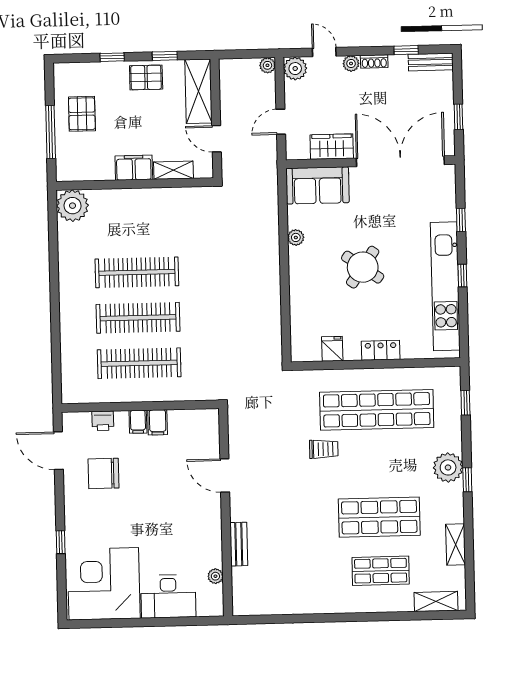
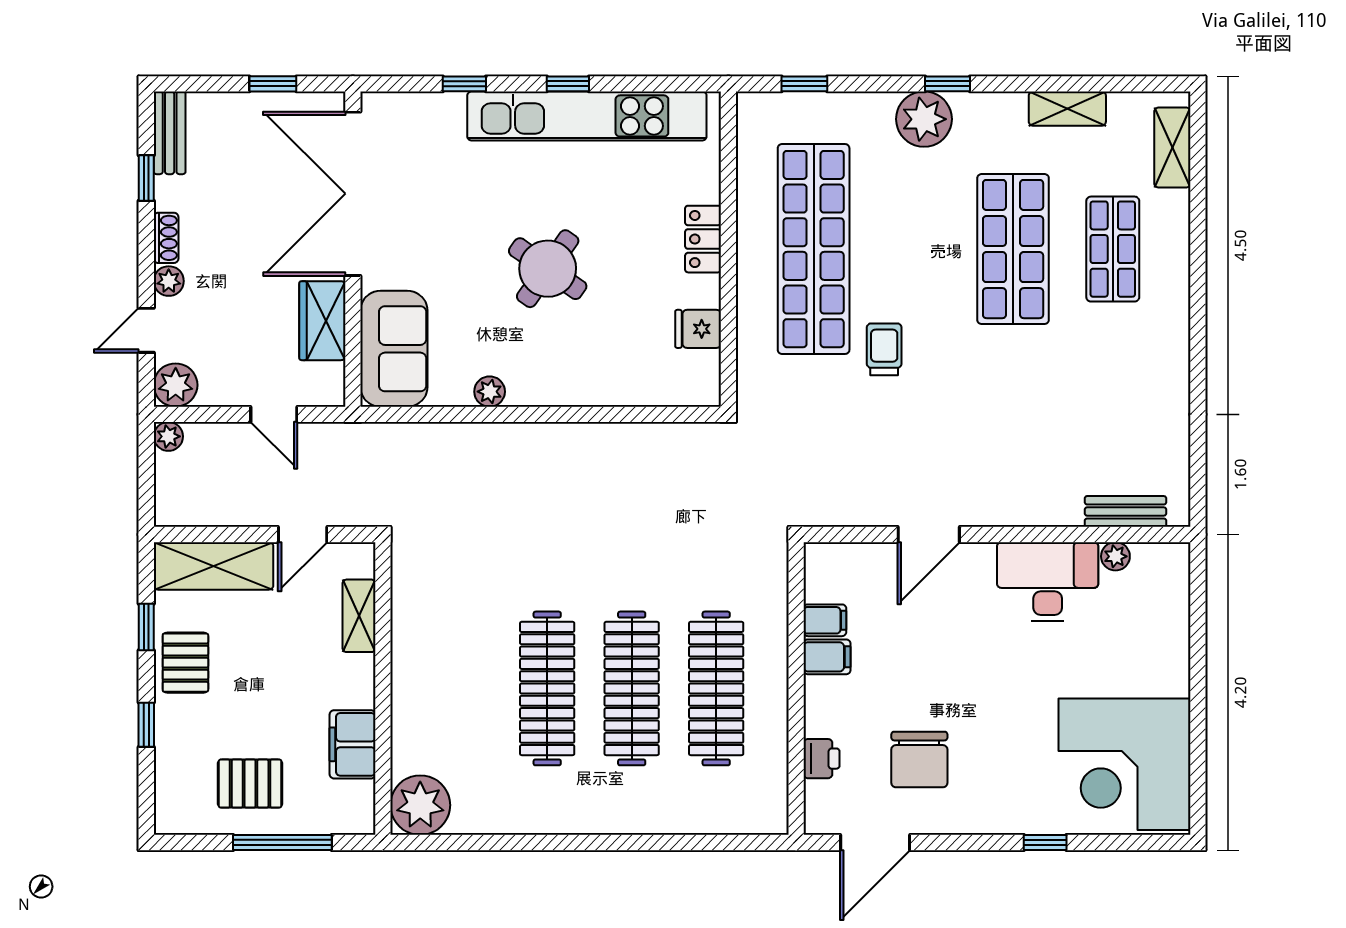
filing cabinet: (134, 168) -> (353, 744), moved
filing cabinet: (138, 422) -> (825, 620), moved
bench: (239, 544) -> (1125, 511), moved
desk: (168, 596) -> (1048, 582), moved, turned -90

